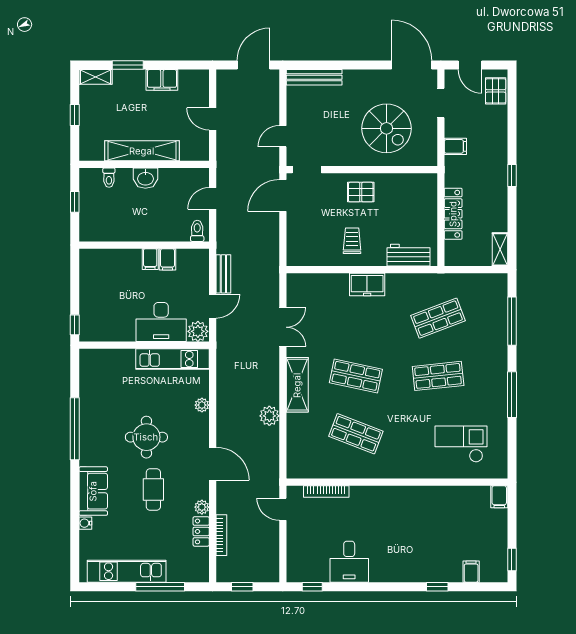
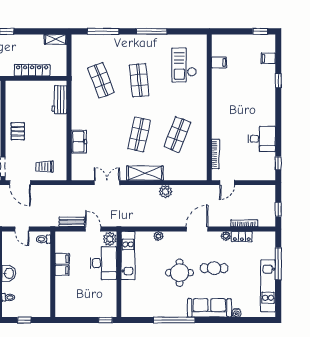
trolley: (352, 241) -> (45, 167), moved
freezer: (367, 285) -> (79, 142), moved
sofa: (93, 491) -> (209, 308), width x1.36
filing cabinet: (499, 497) -> (219, 62), moved

